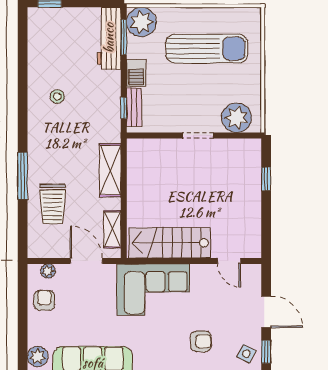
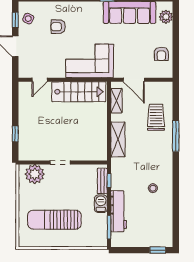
plant: (141, 22) -> (97, 237), removed
workbench: (109, 38) -> (119, 211), moved
door: (229, 261) -> (40, 80), swing flipped
plant: (48, 271) -> (159, 73), removed

